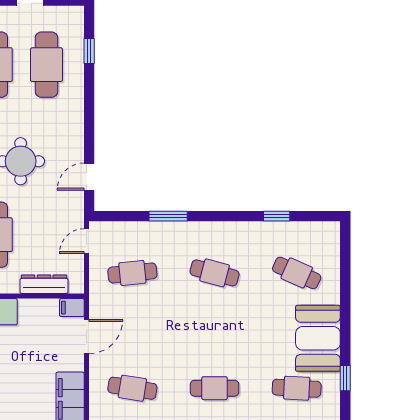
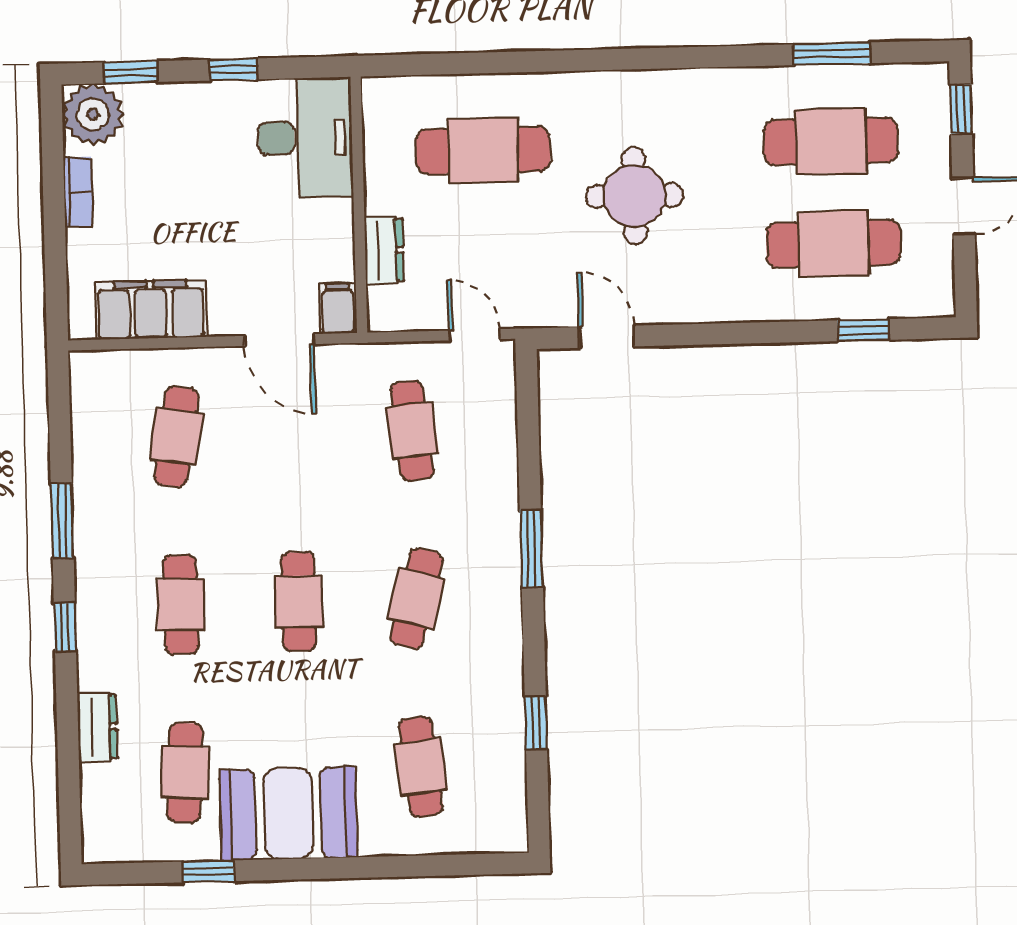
window: (168, 216) -> (531, 548), moved
cafe table: (297, 273) -> (421, 766), turned -30
dresser: (44, 284) -> (384, 250), width x0.70
cafe table: (215, 331) -> (299, 602), added

